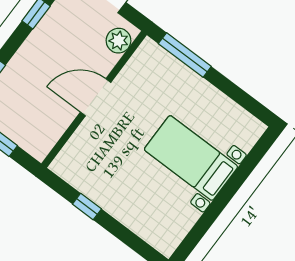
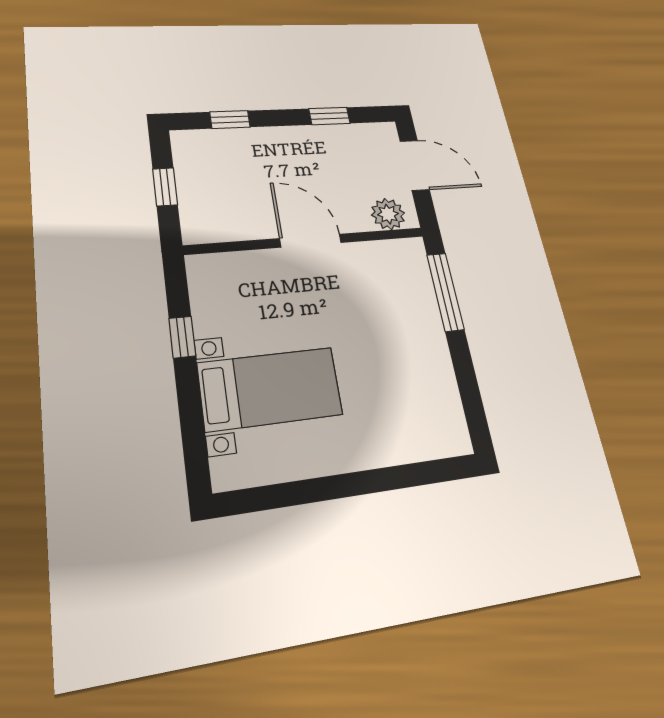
bed with nightstands: (191, 158) -> (270, 389), moved, turned 90

